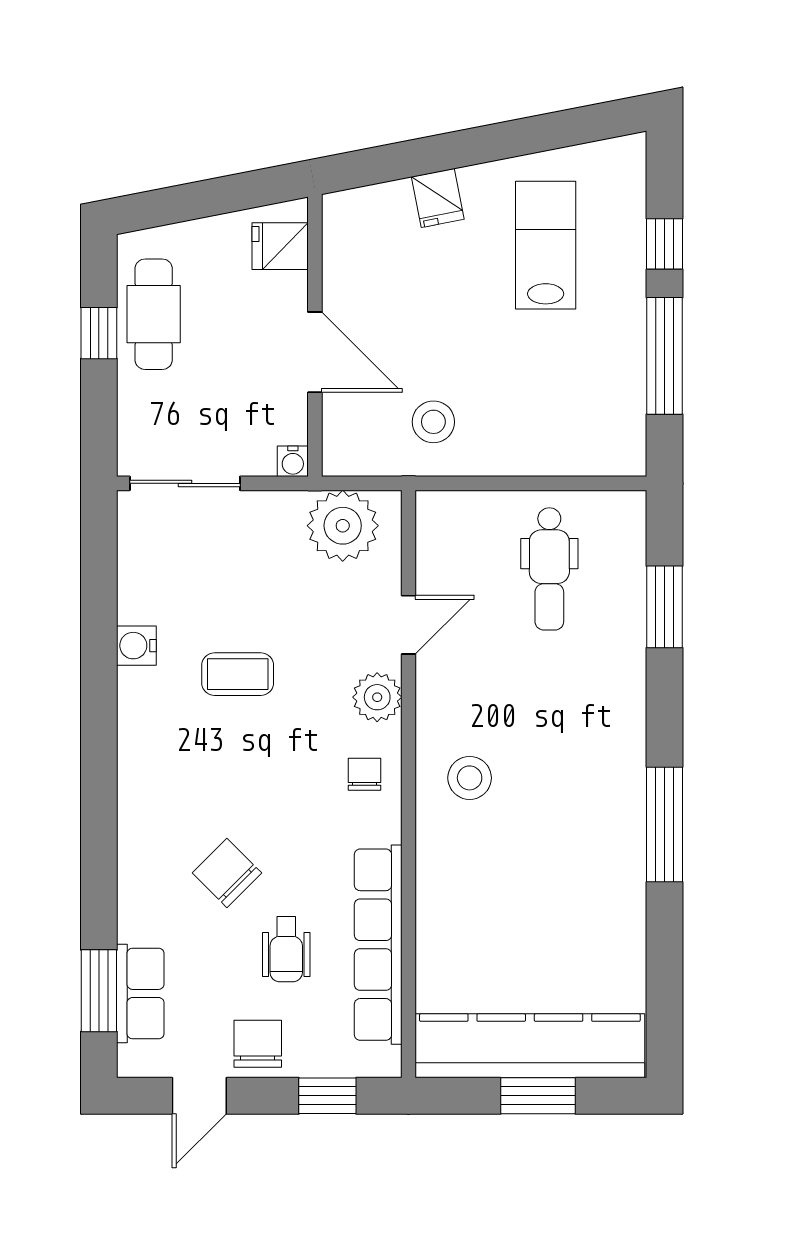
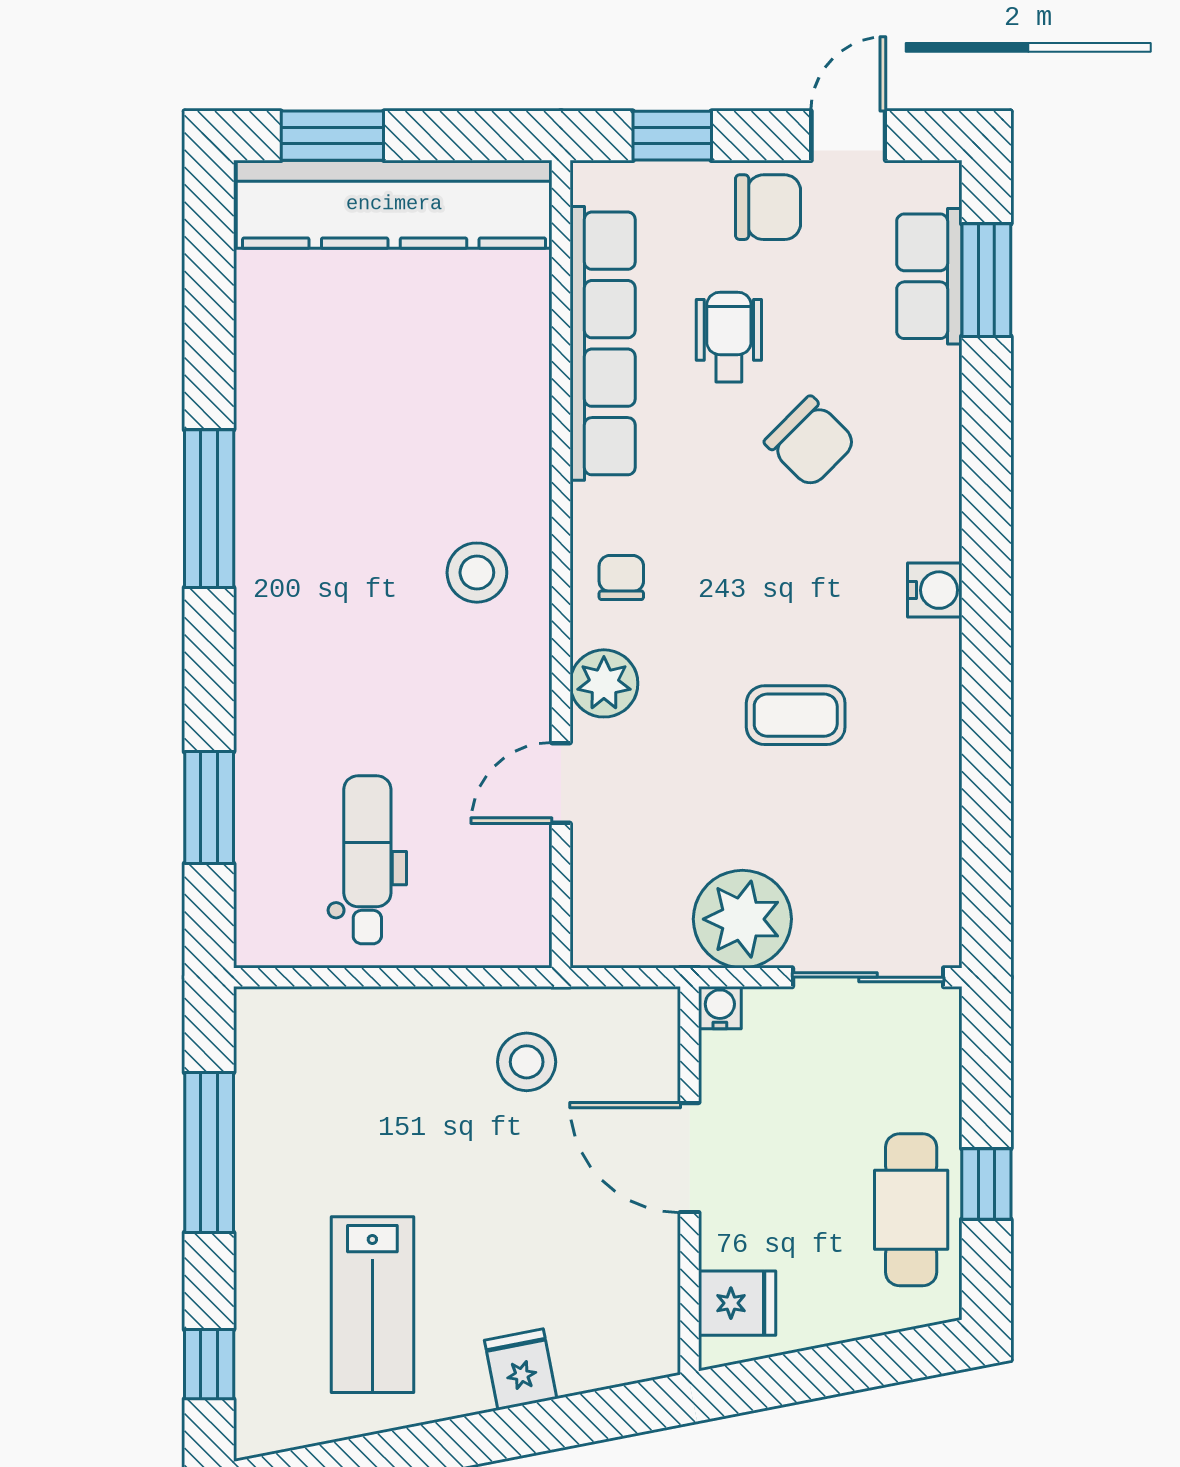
window: (665, 244) -> (209, 1364), moved
plant: (343, 526) -> (742, 919), moved
water cooler: (136, 646) -> (935, 590), moved
chair: (365, 774) -> (621, 578), turned 180
chair: (258, 1044) -> (768, 207), turned -90
window: (538, 1096) -> (332, 136), moved

